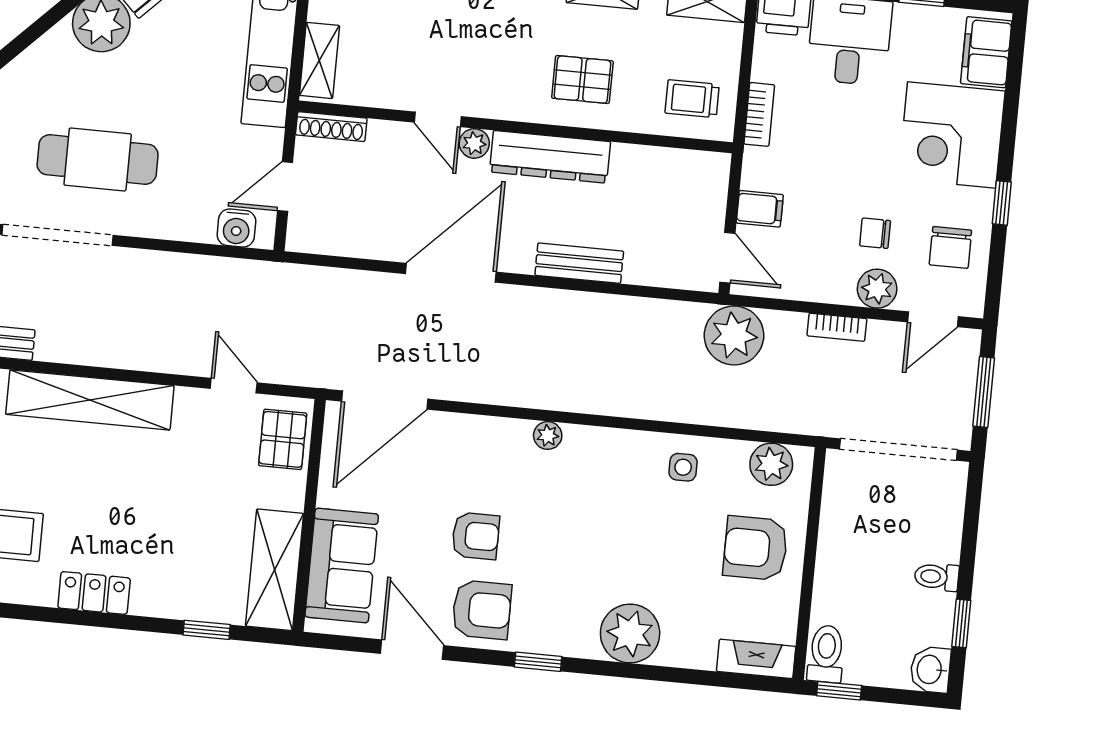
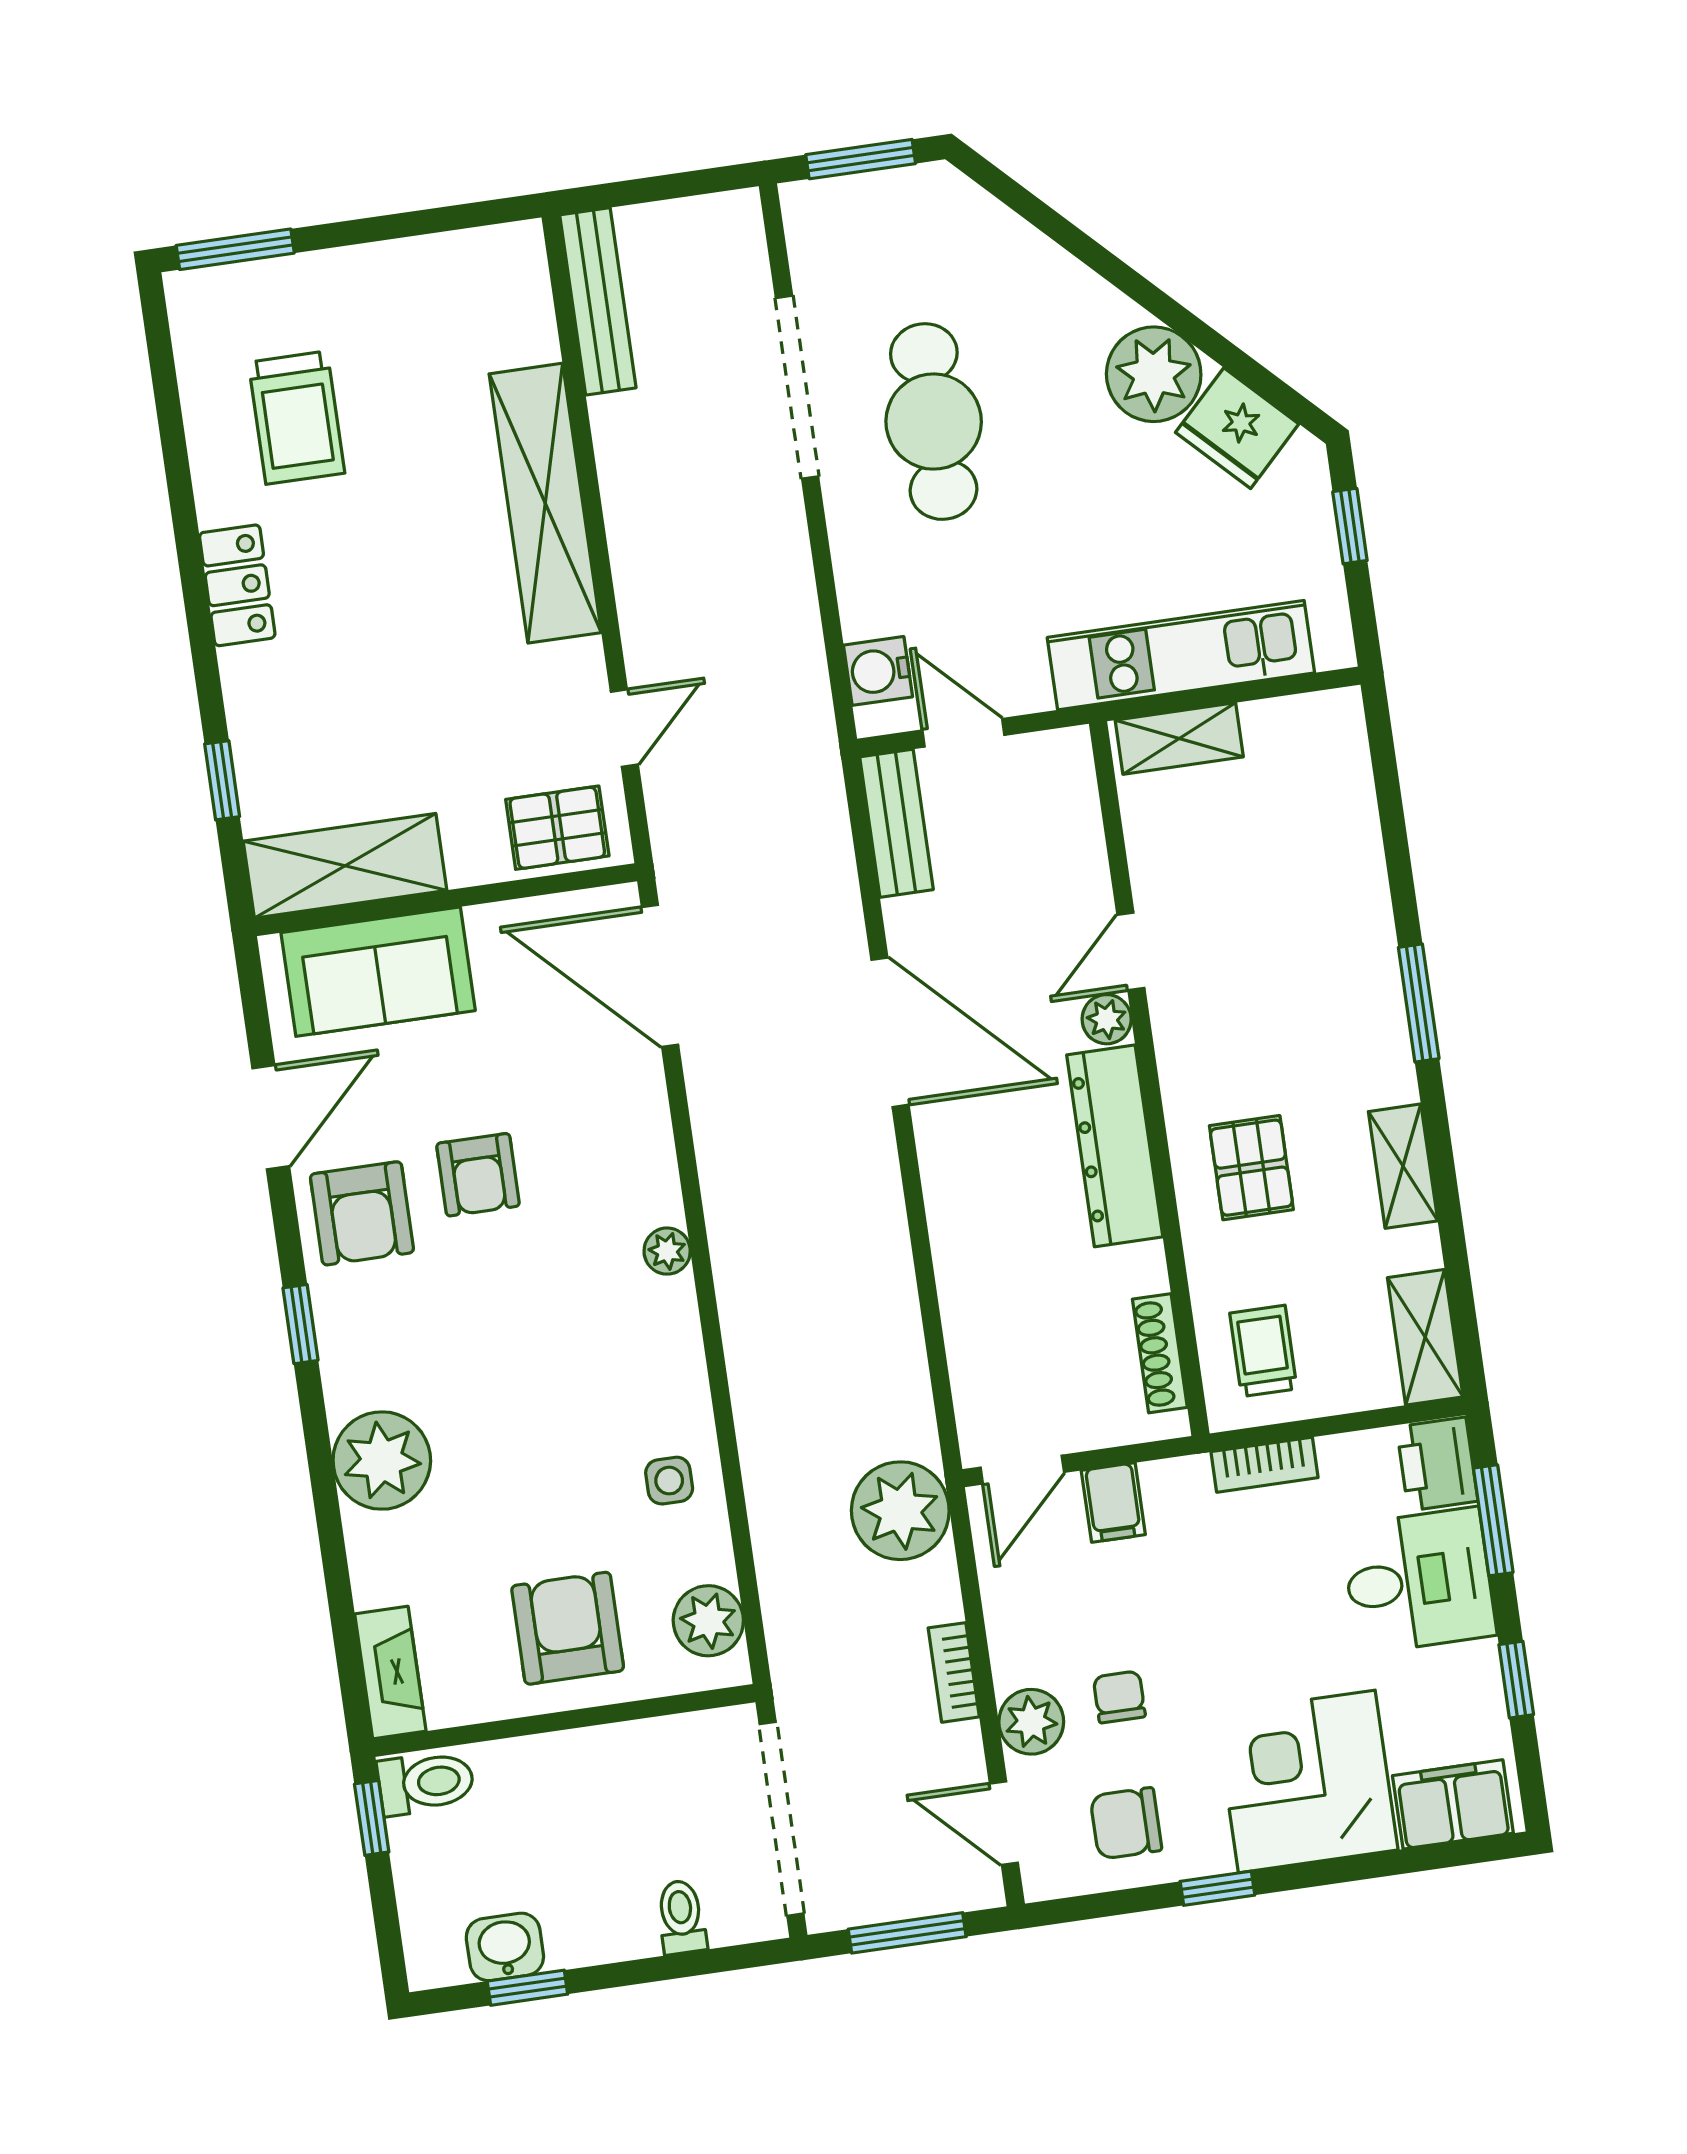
shoe rack: (331, 127) -> (1160, 1353), moved
bench: (579, 263) -> (896, 823), moved
toilet: (937, 577) -> (681, 1917), moved
washbasin: (930, 670) -> (505, 1947), moved

